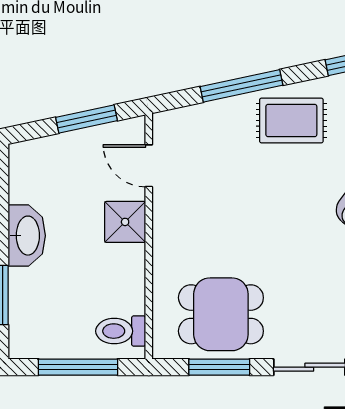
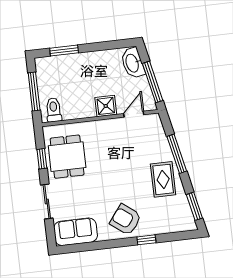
window: (86, 119) -> (153, 82), width x1.44
washbasin: (27, 236) -> (133, 63), moved, turned 78
window: (219, 367) -> (42, 159), width x0.67

